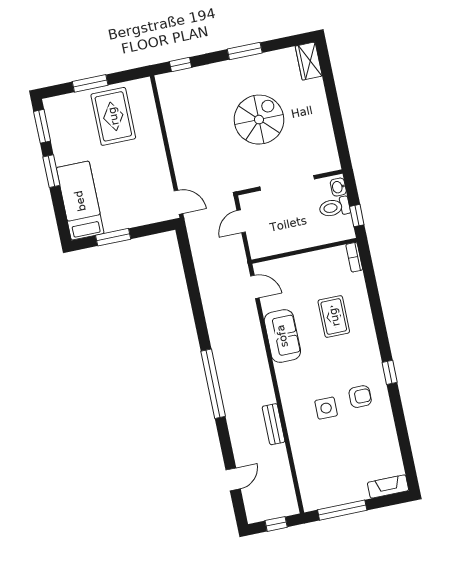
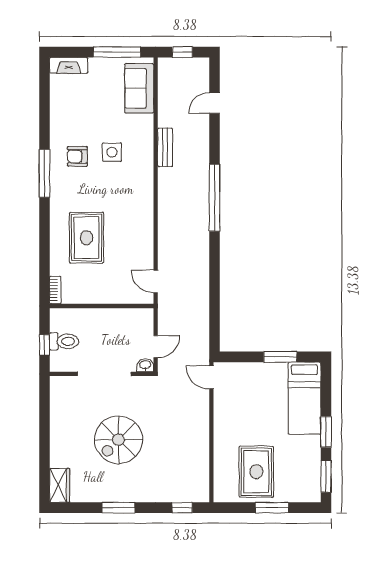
washbasin: (338, 187) -> (145, 365), moved, turned -90
window: (357, 216) -> (45, 345), moved
rug: (334, 317) -> (87, 238), width x1.36, depth x1.43
sofa: (282, 336) -> (139, 88), moved
window: (390, 372) -> (45, 173), width x2.17

